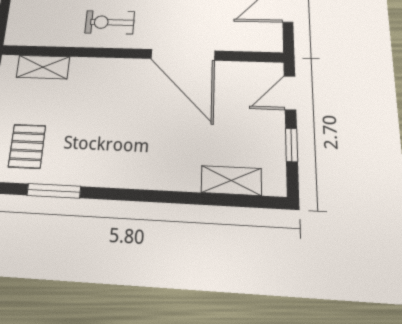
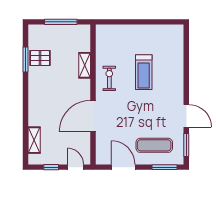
shelving: (43, 67) -> (85, 65), moved
pallet: (27, 146) -> (40, 58), moved

